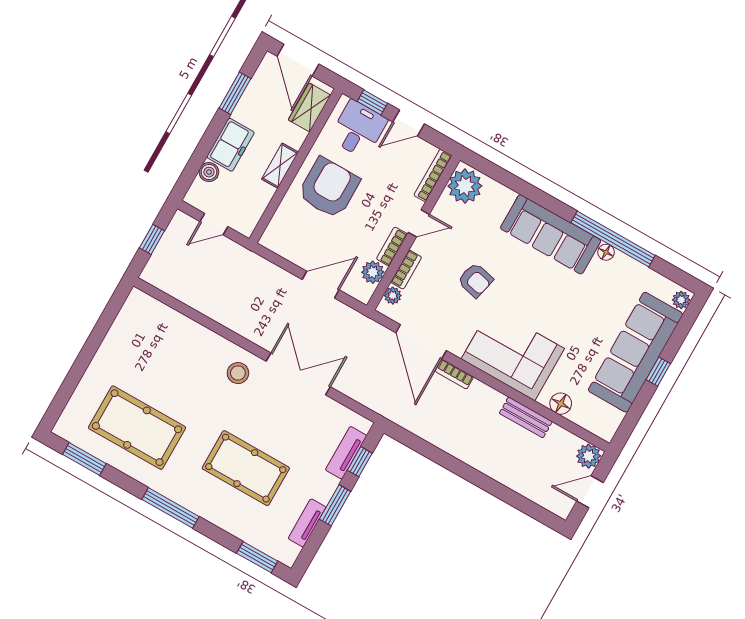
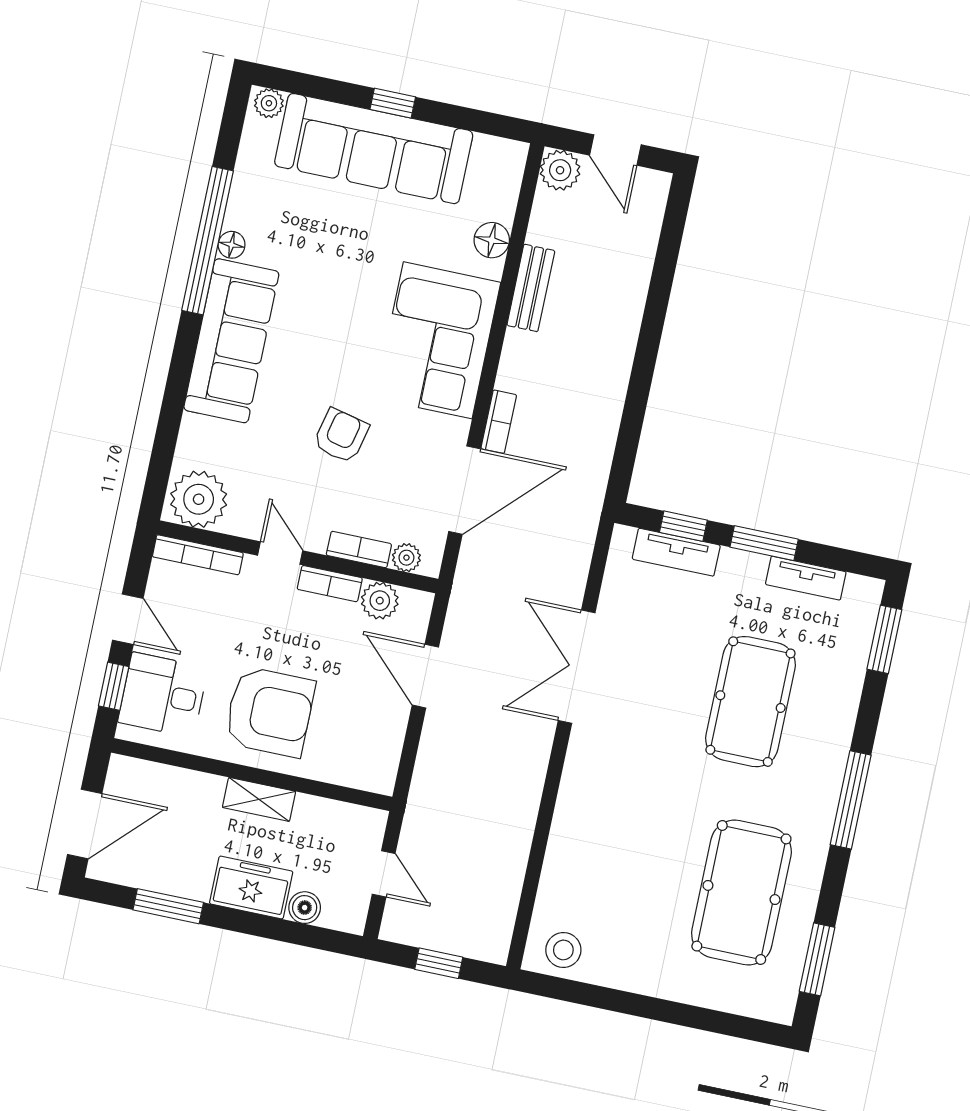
wardrobe: (310, 107) -> (153, 782), removed
armchair: (329, 188) -> (270, 712), turned 180
stool: (238, 373) -> (563, 950), moved

